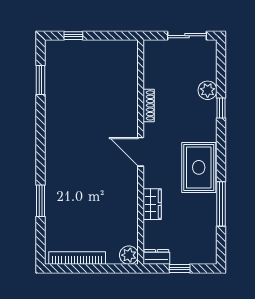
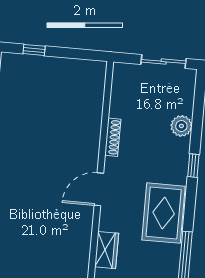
window: (221, 108) -> (193, 166), moved
door: (141, 152) -> (99, 189), hinge flipped

